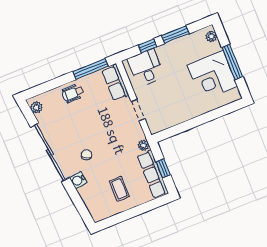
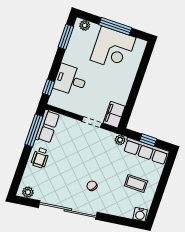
window: (175, 35) -> (66, 37), moved
window: (147, 46) -> (49, 87), moved
desk: (146, 68) -> (71, 80), moved
row of seats: (115, 83) -> (47, 126), moved, turned -90
filing cabinet: (160, 123) -> (114, 115), added
water cooler: (78, 180) -> (140, 214), moved

